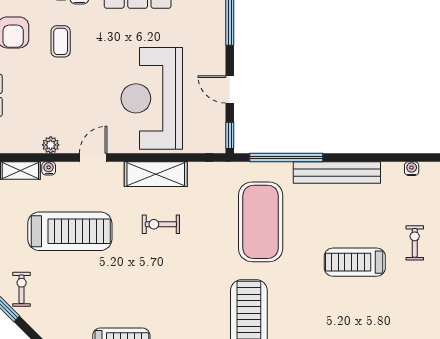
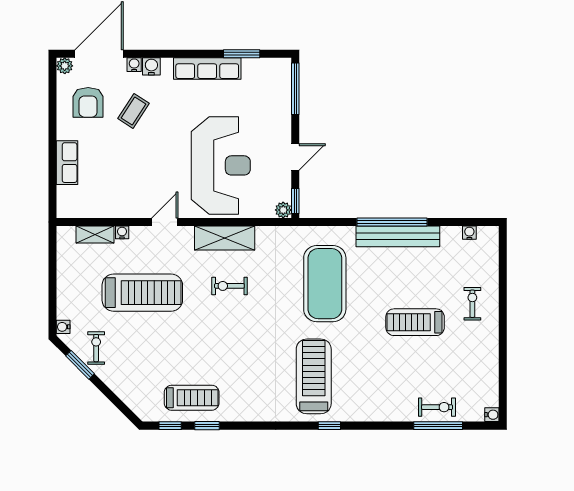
coffee table: (61, 41) -> (134, 111), turned 33
door: (230, 89) -> (295, 157), swing flipped
reception desk: (152, 98) -> (221, 165), turned 180
plant: (51, 145) -> (283, 210), moved
window: (286, 158) -> (392, 222), moved

